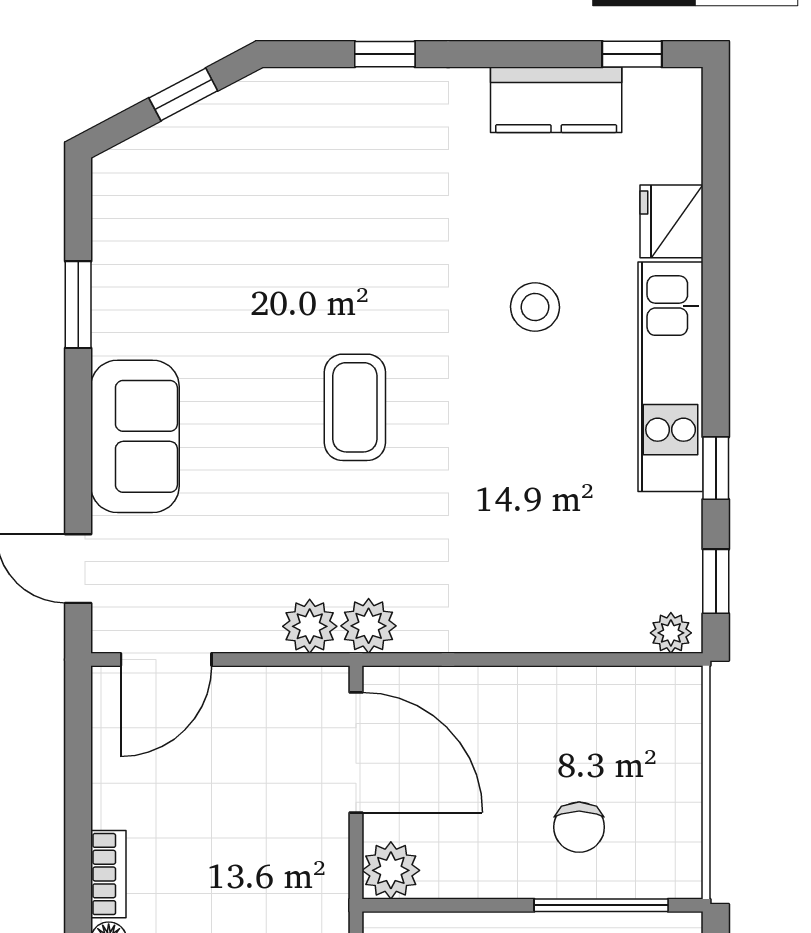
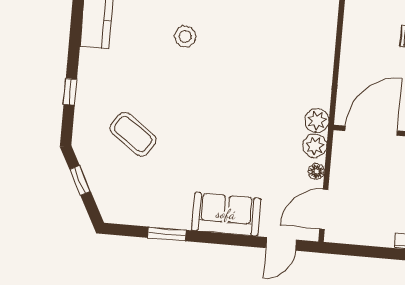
coffee table: (355, 407) -> (133, 134), moved, turned 36
floor lamp: (252, 635) -> (317, 171), added
door: (166, 660) -> (324, 209), swing flipped

